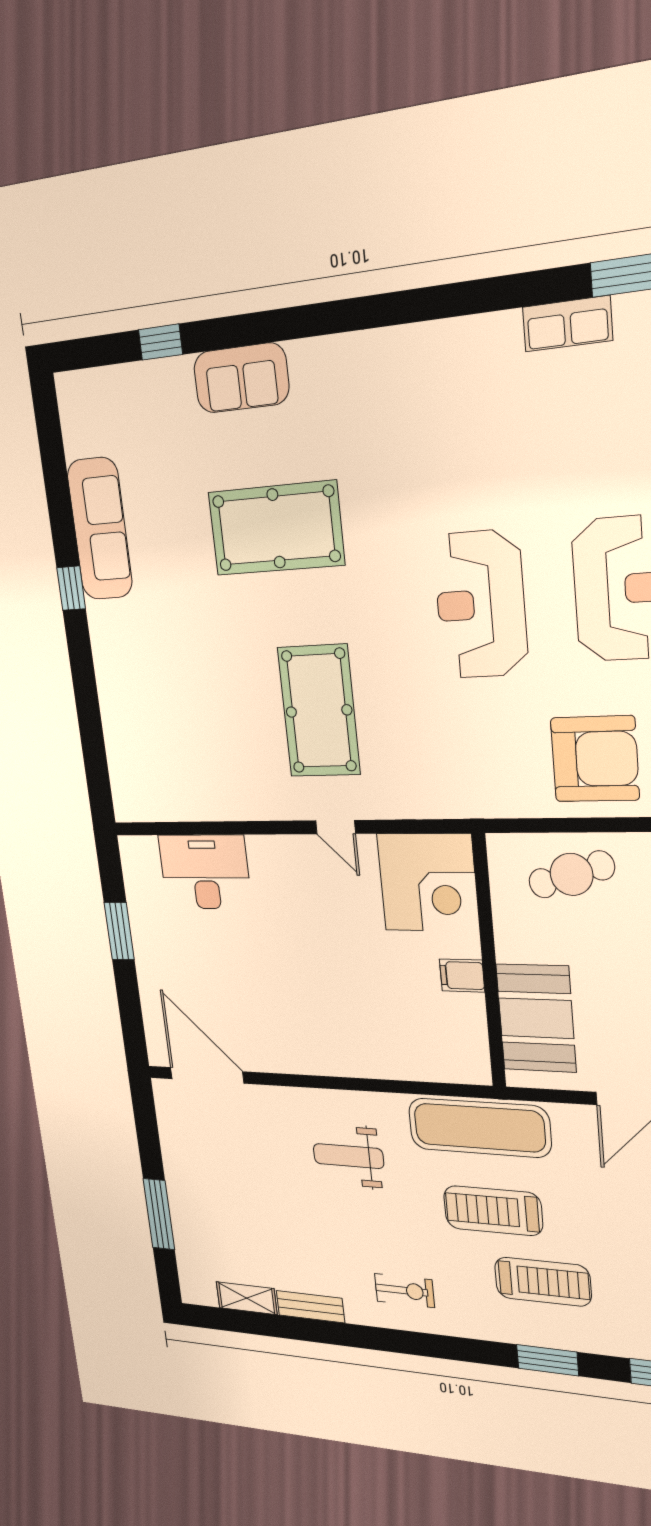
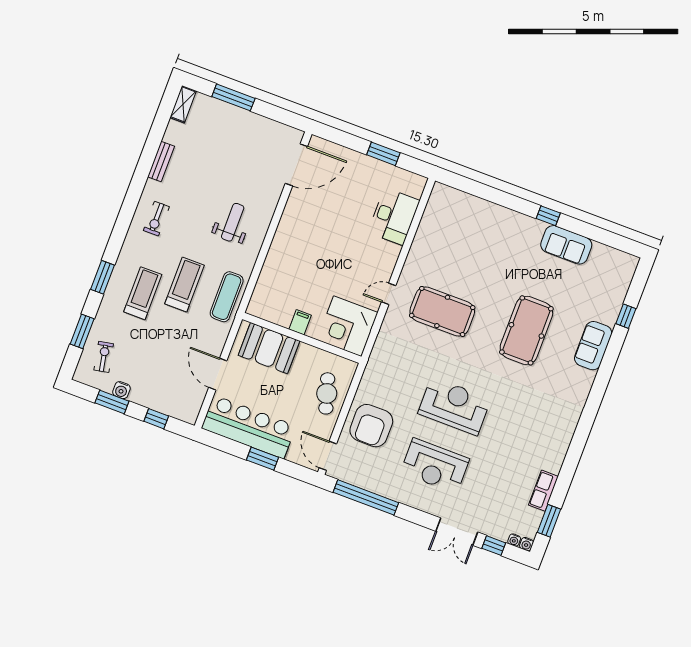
sofa: (100, 529) -> (566, 245), width x0.73
exercise mat: (479, 1128) -> (227, 297), width x0.73, depth x0.69
treadmill: (543, 1282) -> (143, 293), turned 180
shelving: (247, 1298) -> (183, 104), moved

